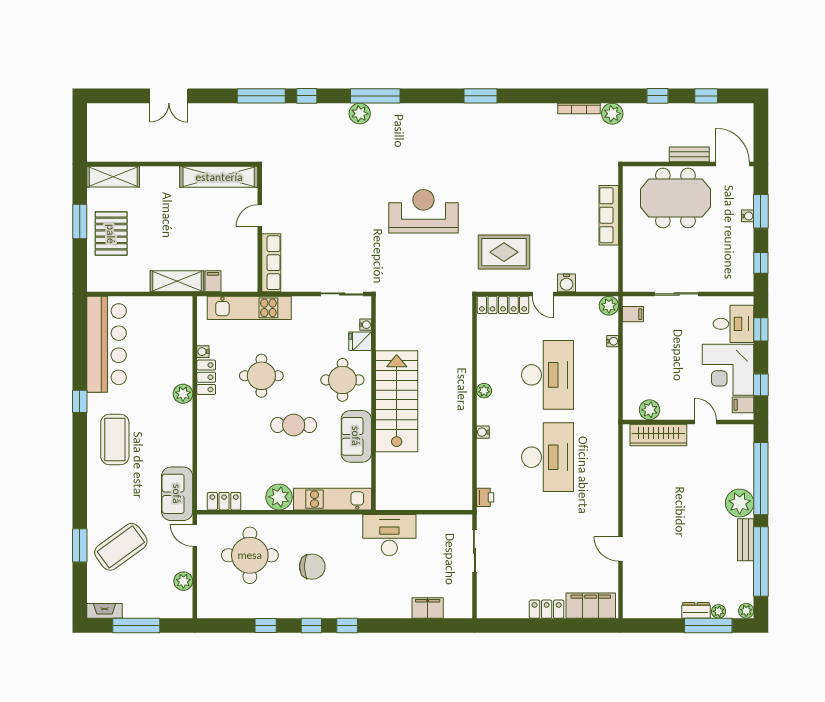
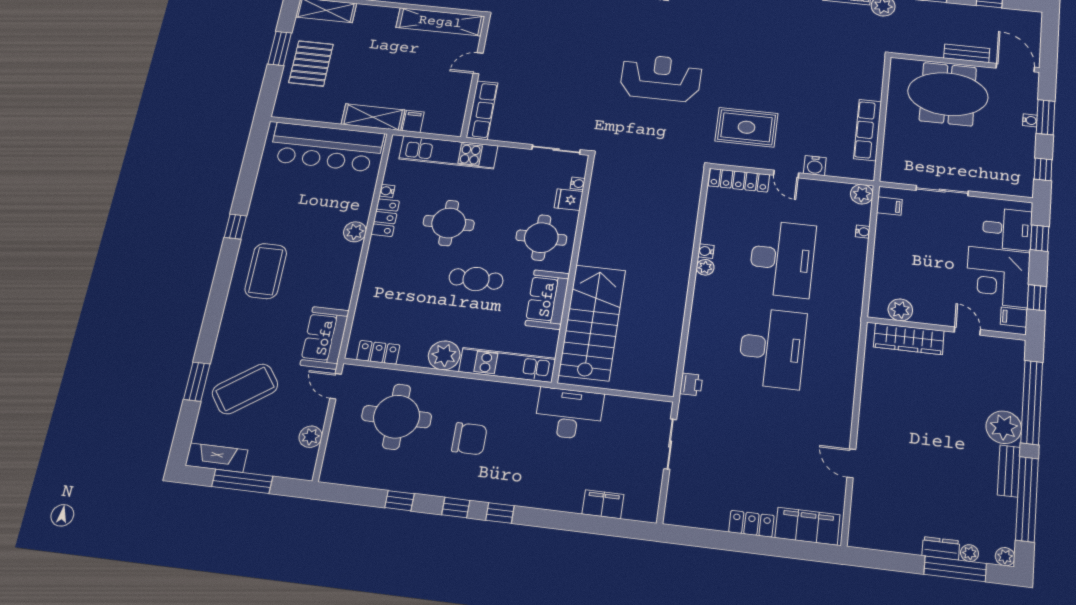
row of seats: (609, 215) -> (868, 130), moved
bar counter: (107, 344) -> (326, 147), moved, turned 90
stairs: (397, 401) -> (592, 322), moved
water cooler: (483, 432) -> (706, 251), moved
fireplace: (104, 611) -> (216, 458), width x1.37, depth x1.32

